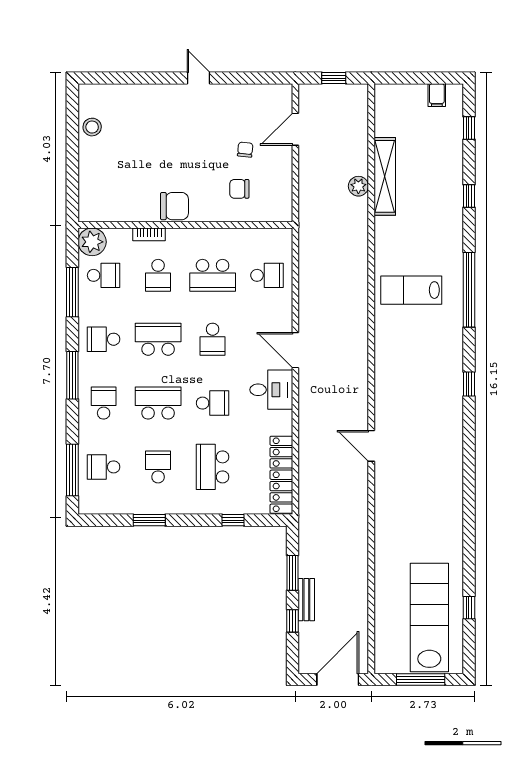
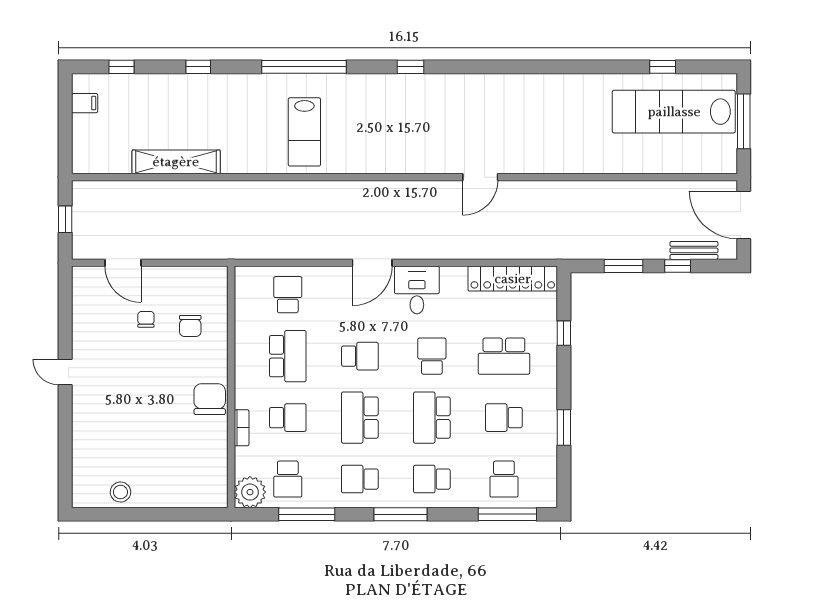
door: (198, 78) -> (65, 372), hinge flipped
chair: (245, 150) -> (146, 319), turned 84
plant: (358, 186) -> (187, 192), removed
school desk: (104, 275) -> (288, 479), turned 180
school desk: (104, 339) -> (360, 479), turned 90
bench: (306, 600) -> (694, 250), moved

